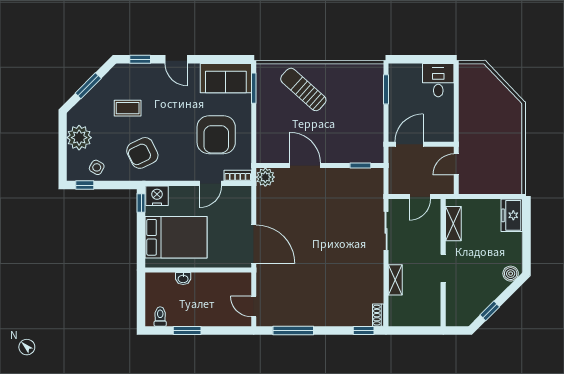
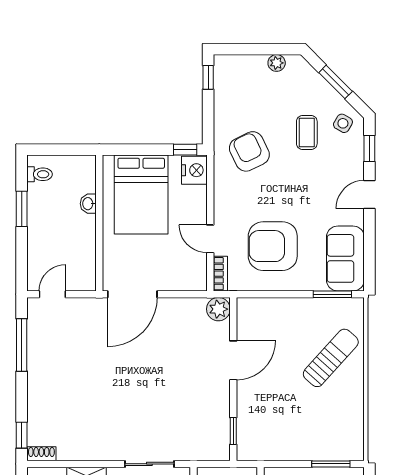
plant: (79, 138) -> (277, 63), width x0.53, depth x0.53
side table: (97, 167) -> (343, 123), moved

